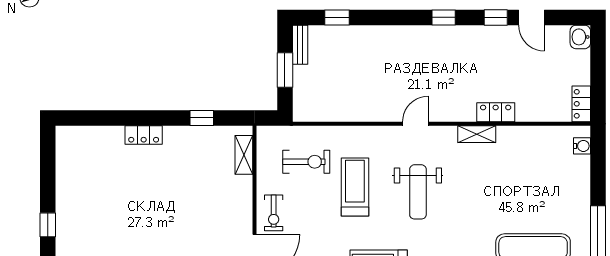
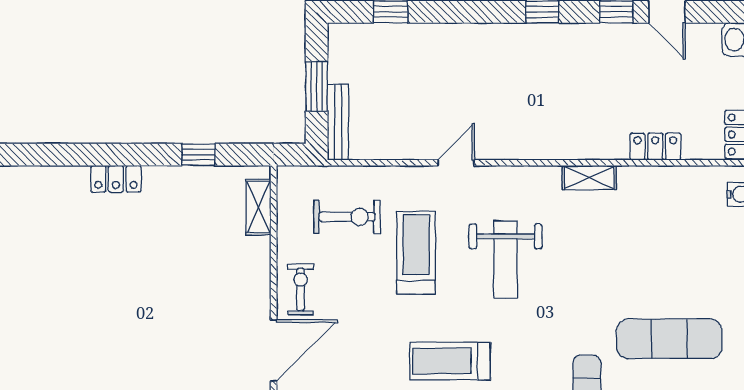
bench: (300, 45) -> (338, 122), moved, width x1.36
locker: (496, 112) -> (655, 146), moved
door: (416, 124) -> (456, 163), moved
exercise bike: (274, 213) -> (301, 289), turned 180

